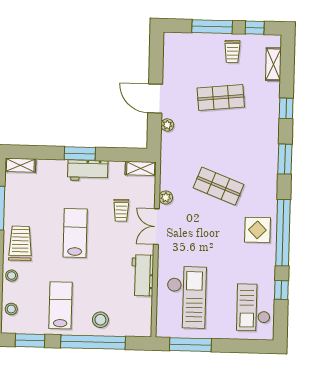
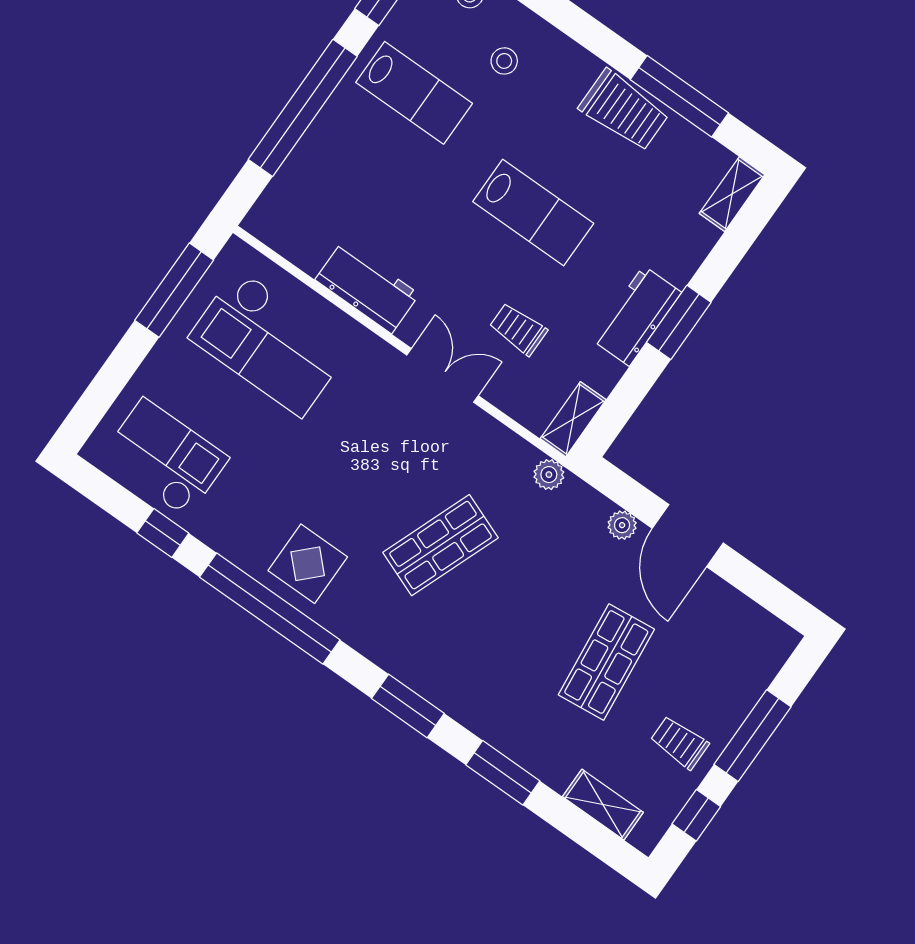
door: (155, 99) -> (688, 536), swing flipped
window: (286, 108) -> (503, 773), width x1.50
plant: (166, 197) -> (549, 475), moved
trolley: (20, 243) -> (624, 110), moved
stool: (12, 276) -> (504, 61), moved
stool: (100, 320) -> (336, 150), removed

